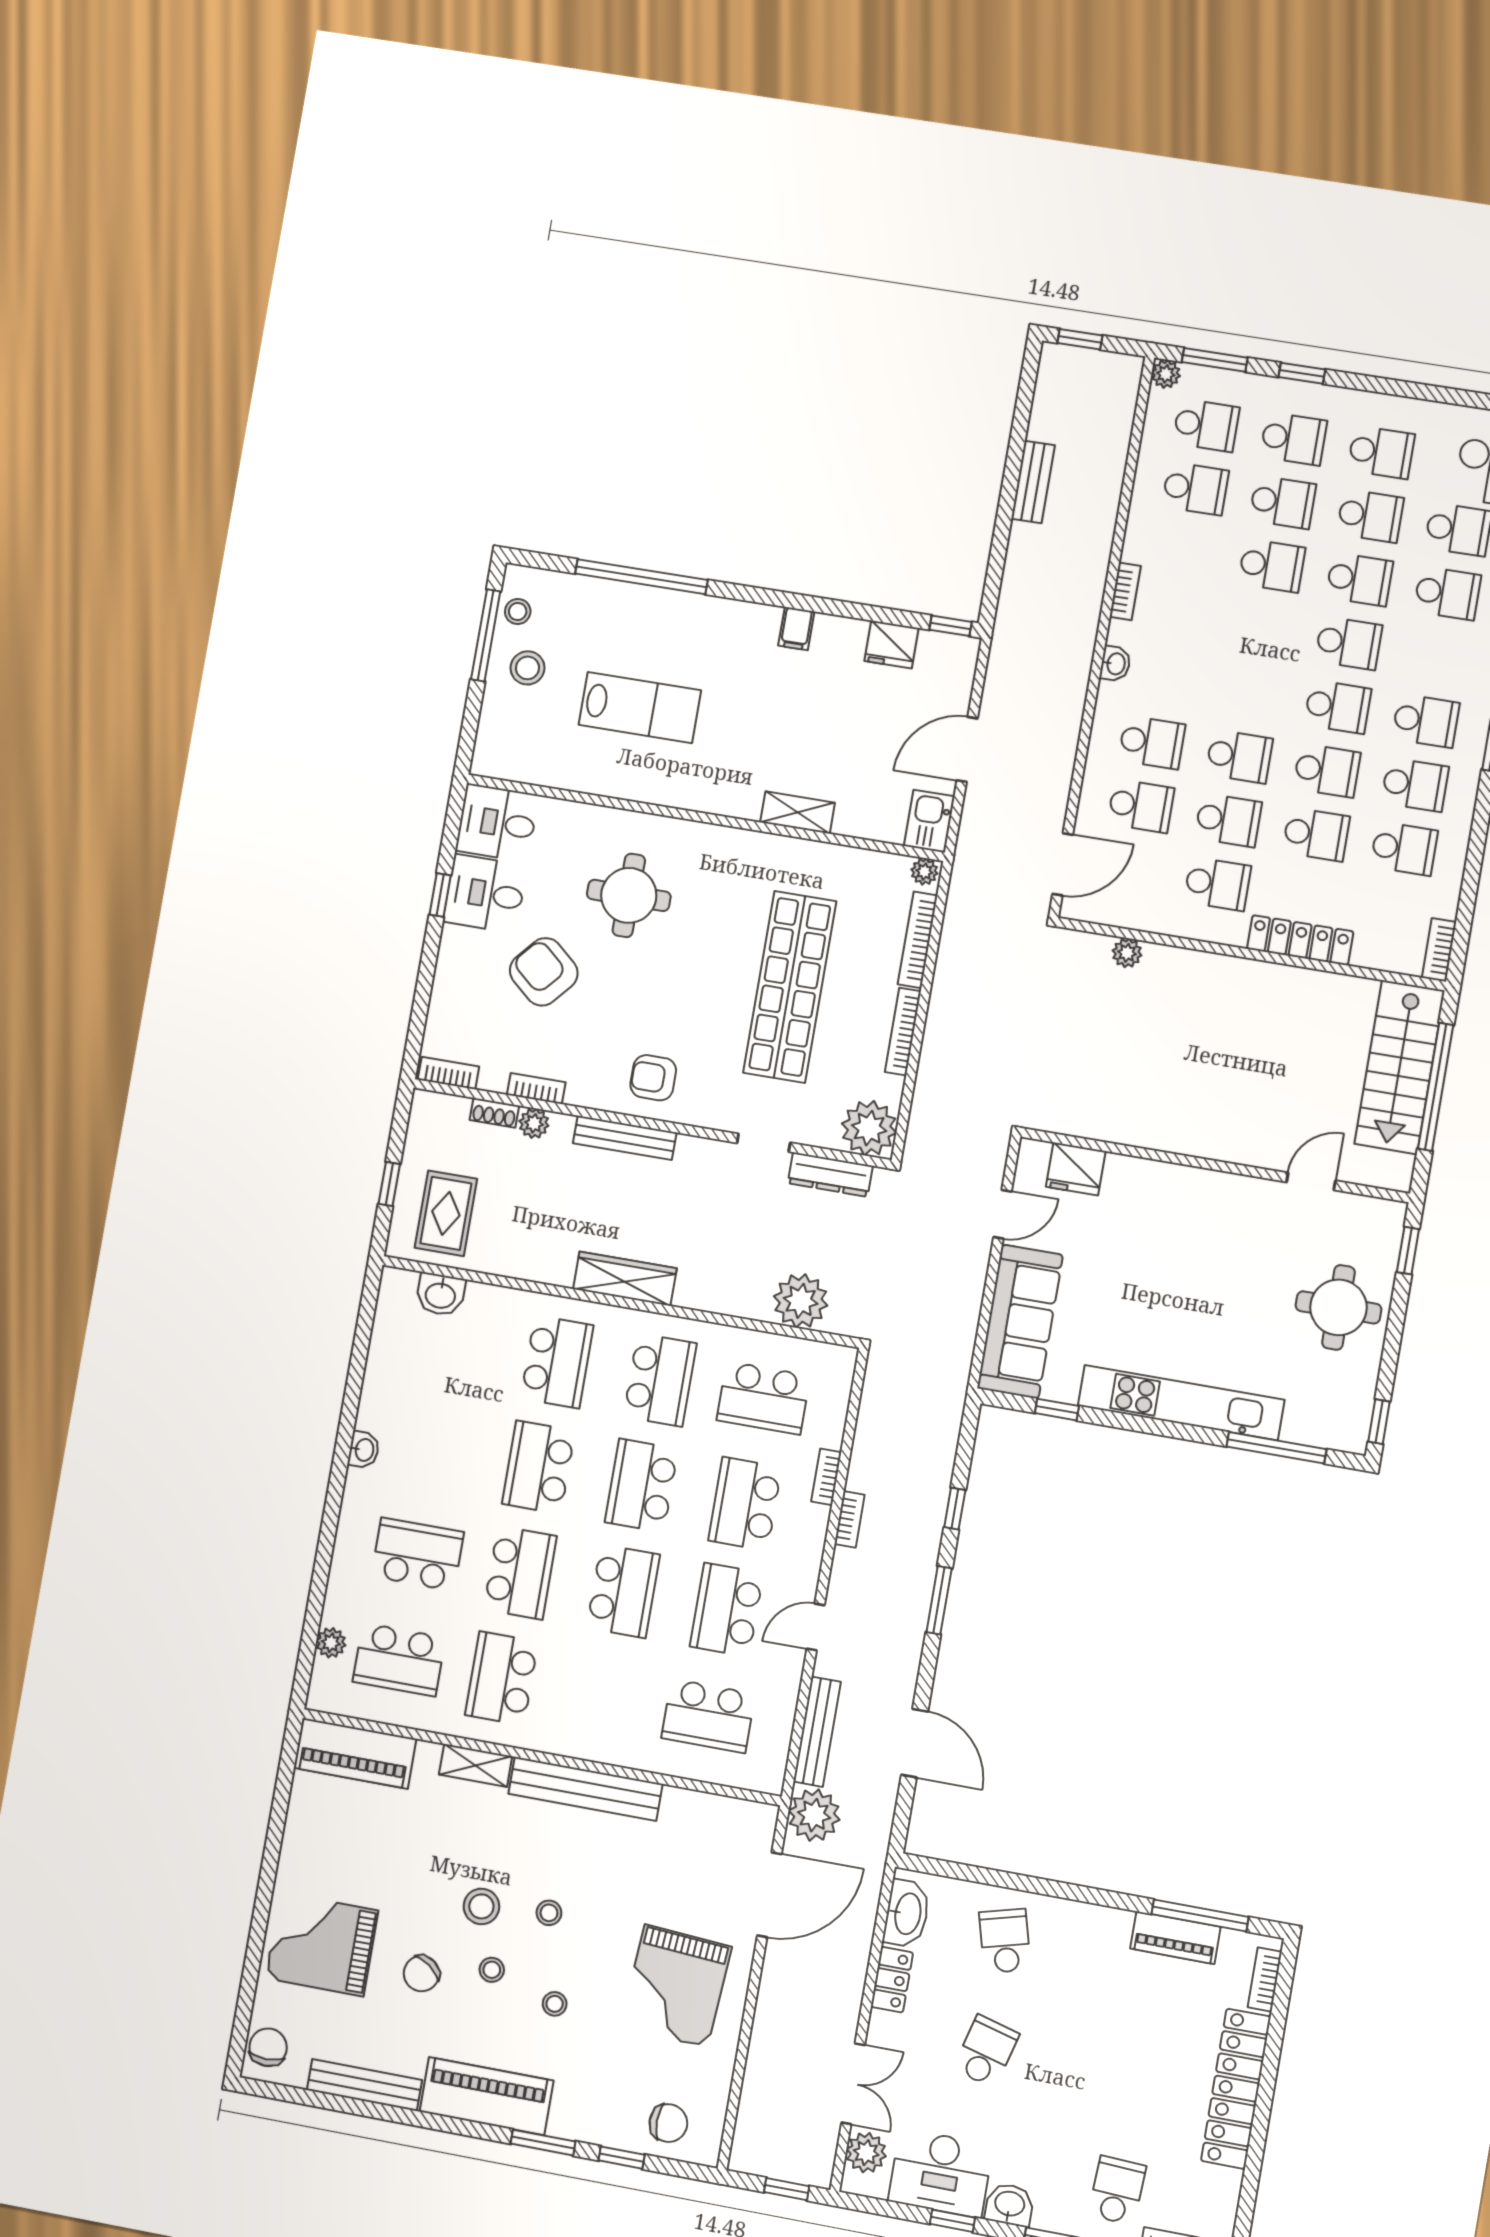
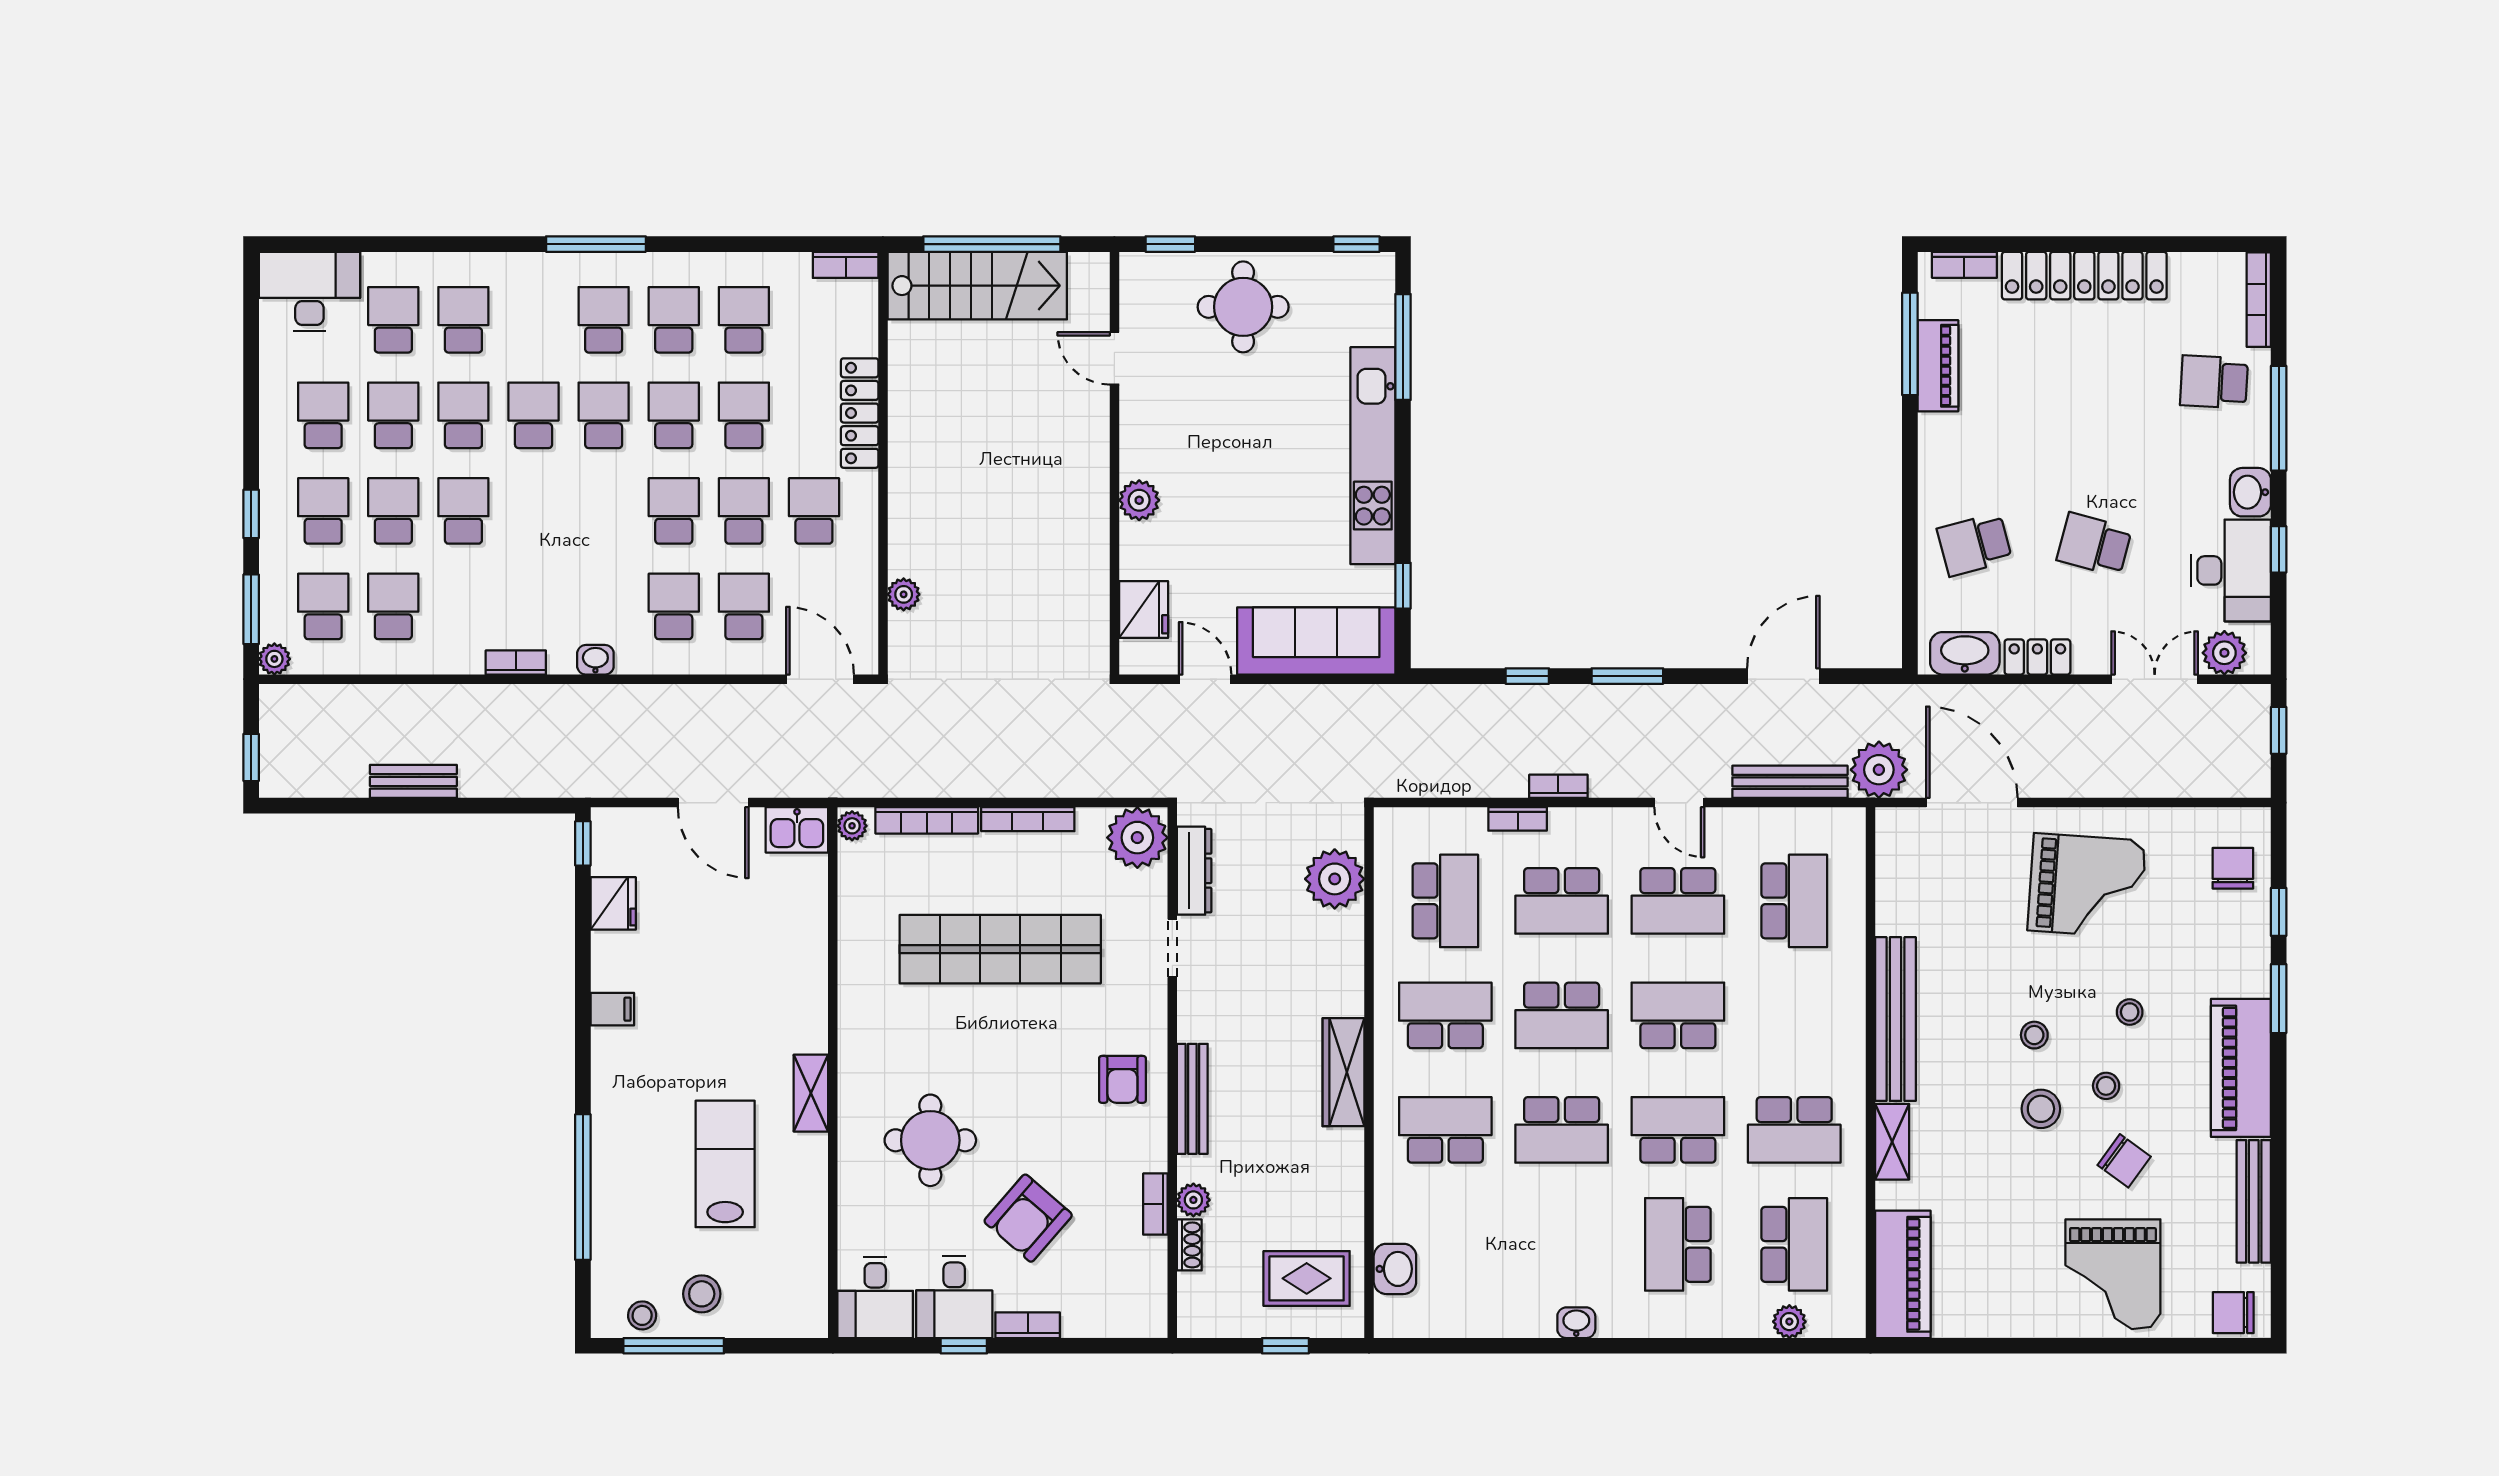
shelving: (798, 812) -> (811, 1093), moved
bookcase: (448, 1073) -> (1028, 1325), moved, turned 90
plant: (1177, 1182) -> (1139, 500), added

